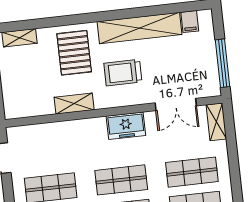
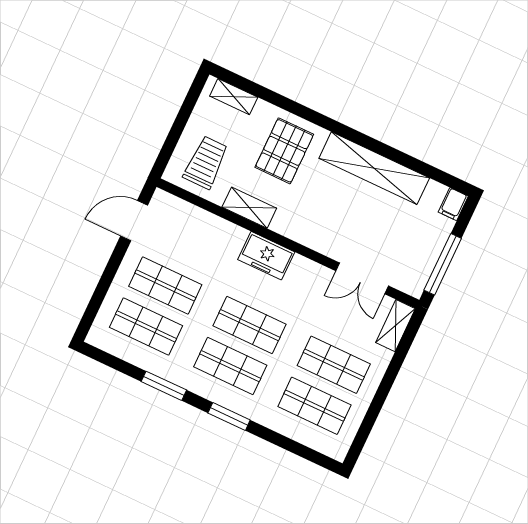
filing cabinet: (190, 22) -> (453, 204), moved
trolley: (123, 73) -> (206, 163), moved, turned 90
freezer: (126, 126) -> (266, 256), moved

